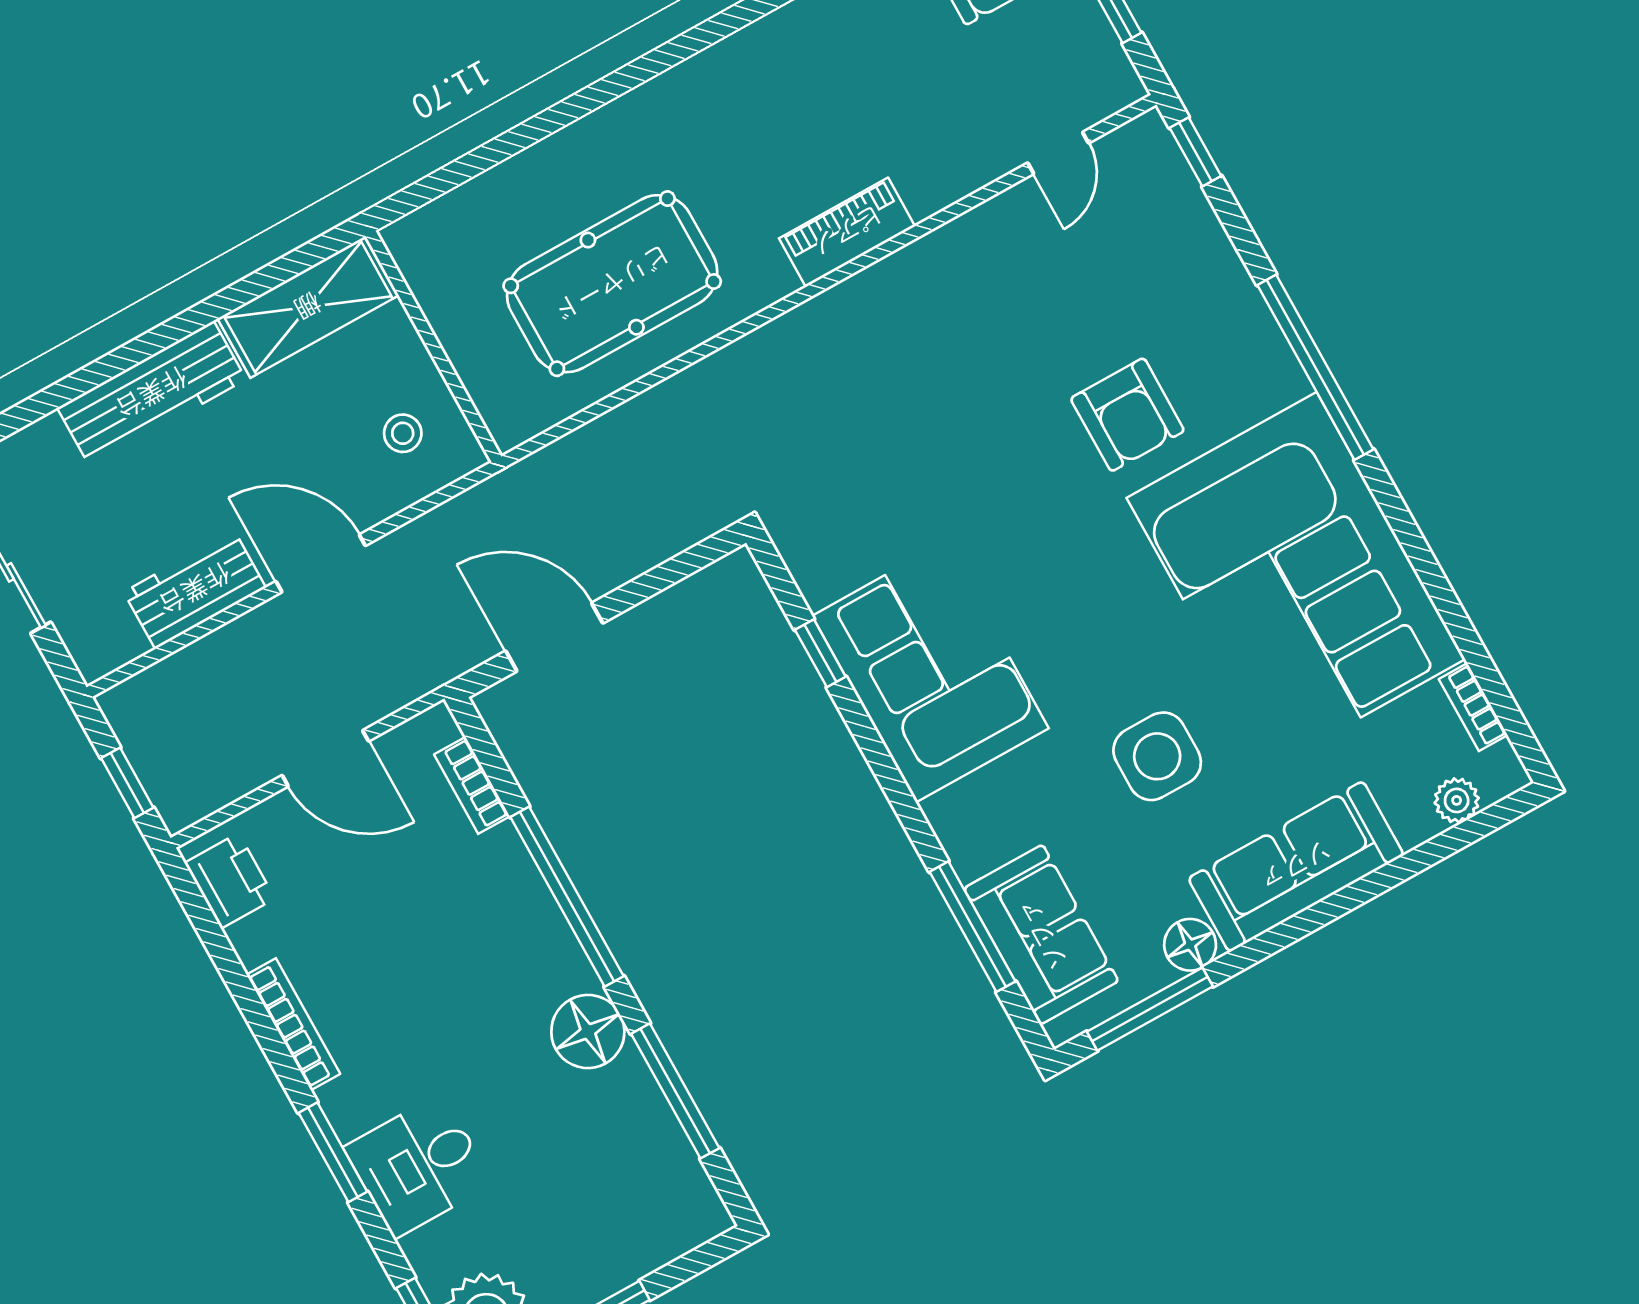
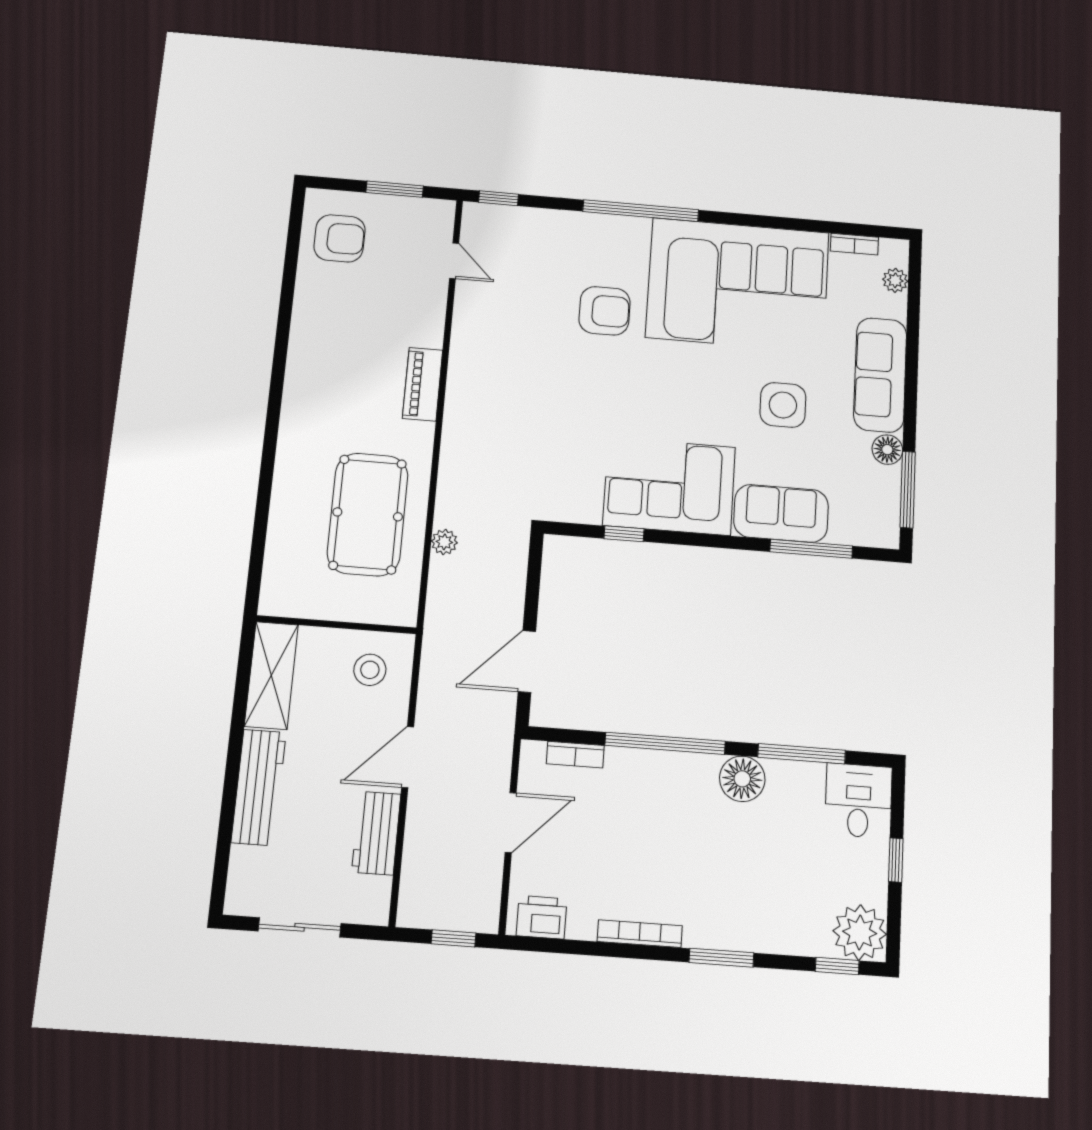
plant: (644, 414) -> (444, 542), added
stool: (403, 433) -> (370, 670), width x1.37, depth x1.37
sofa: (1041, 935) -> (781, 513), moved
desk: (418, 1166) -> (858, 801), moved, turned 180

